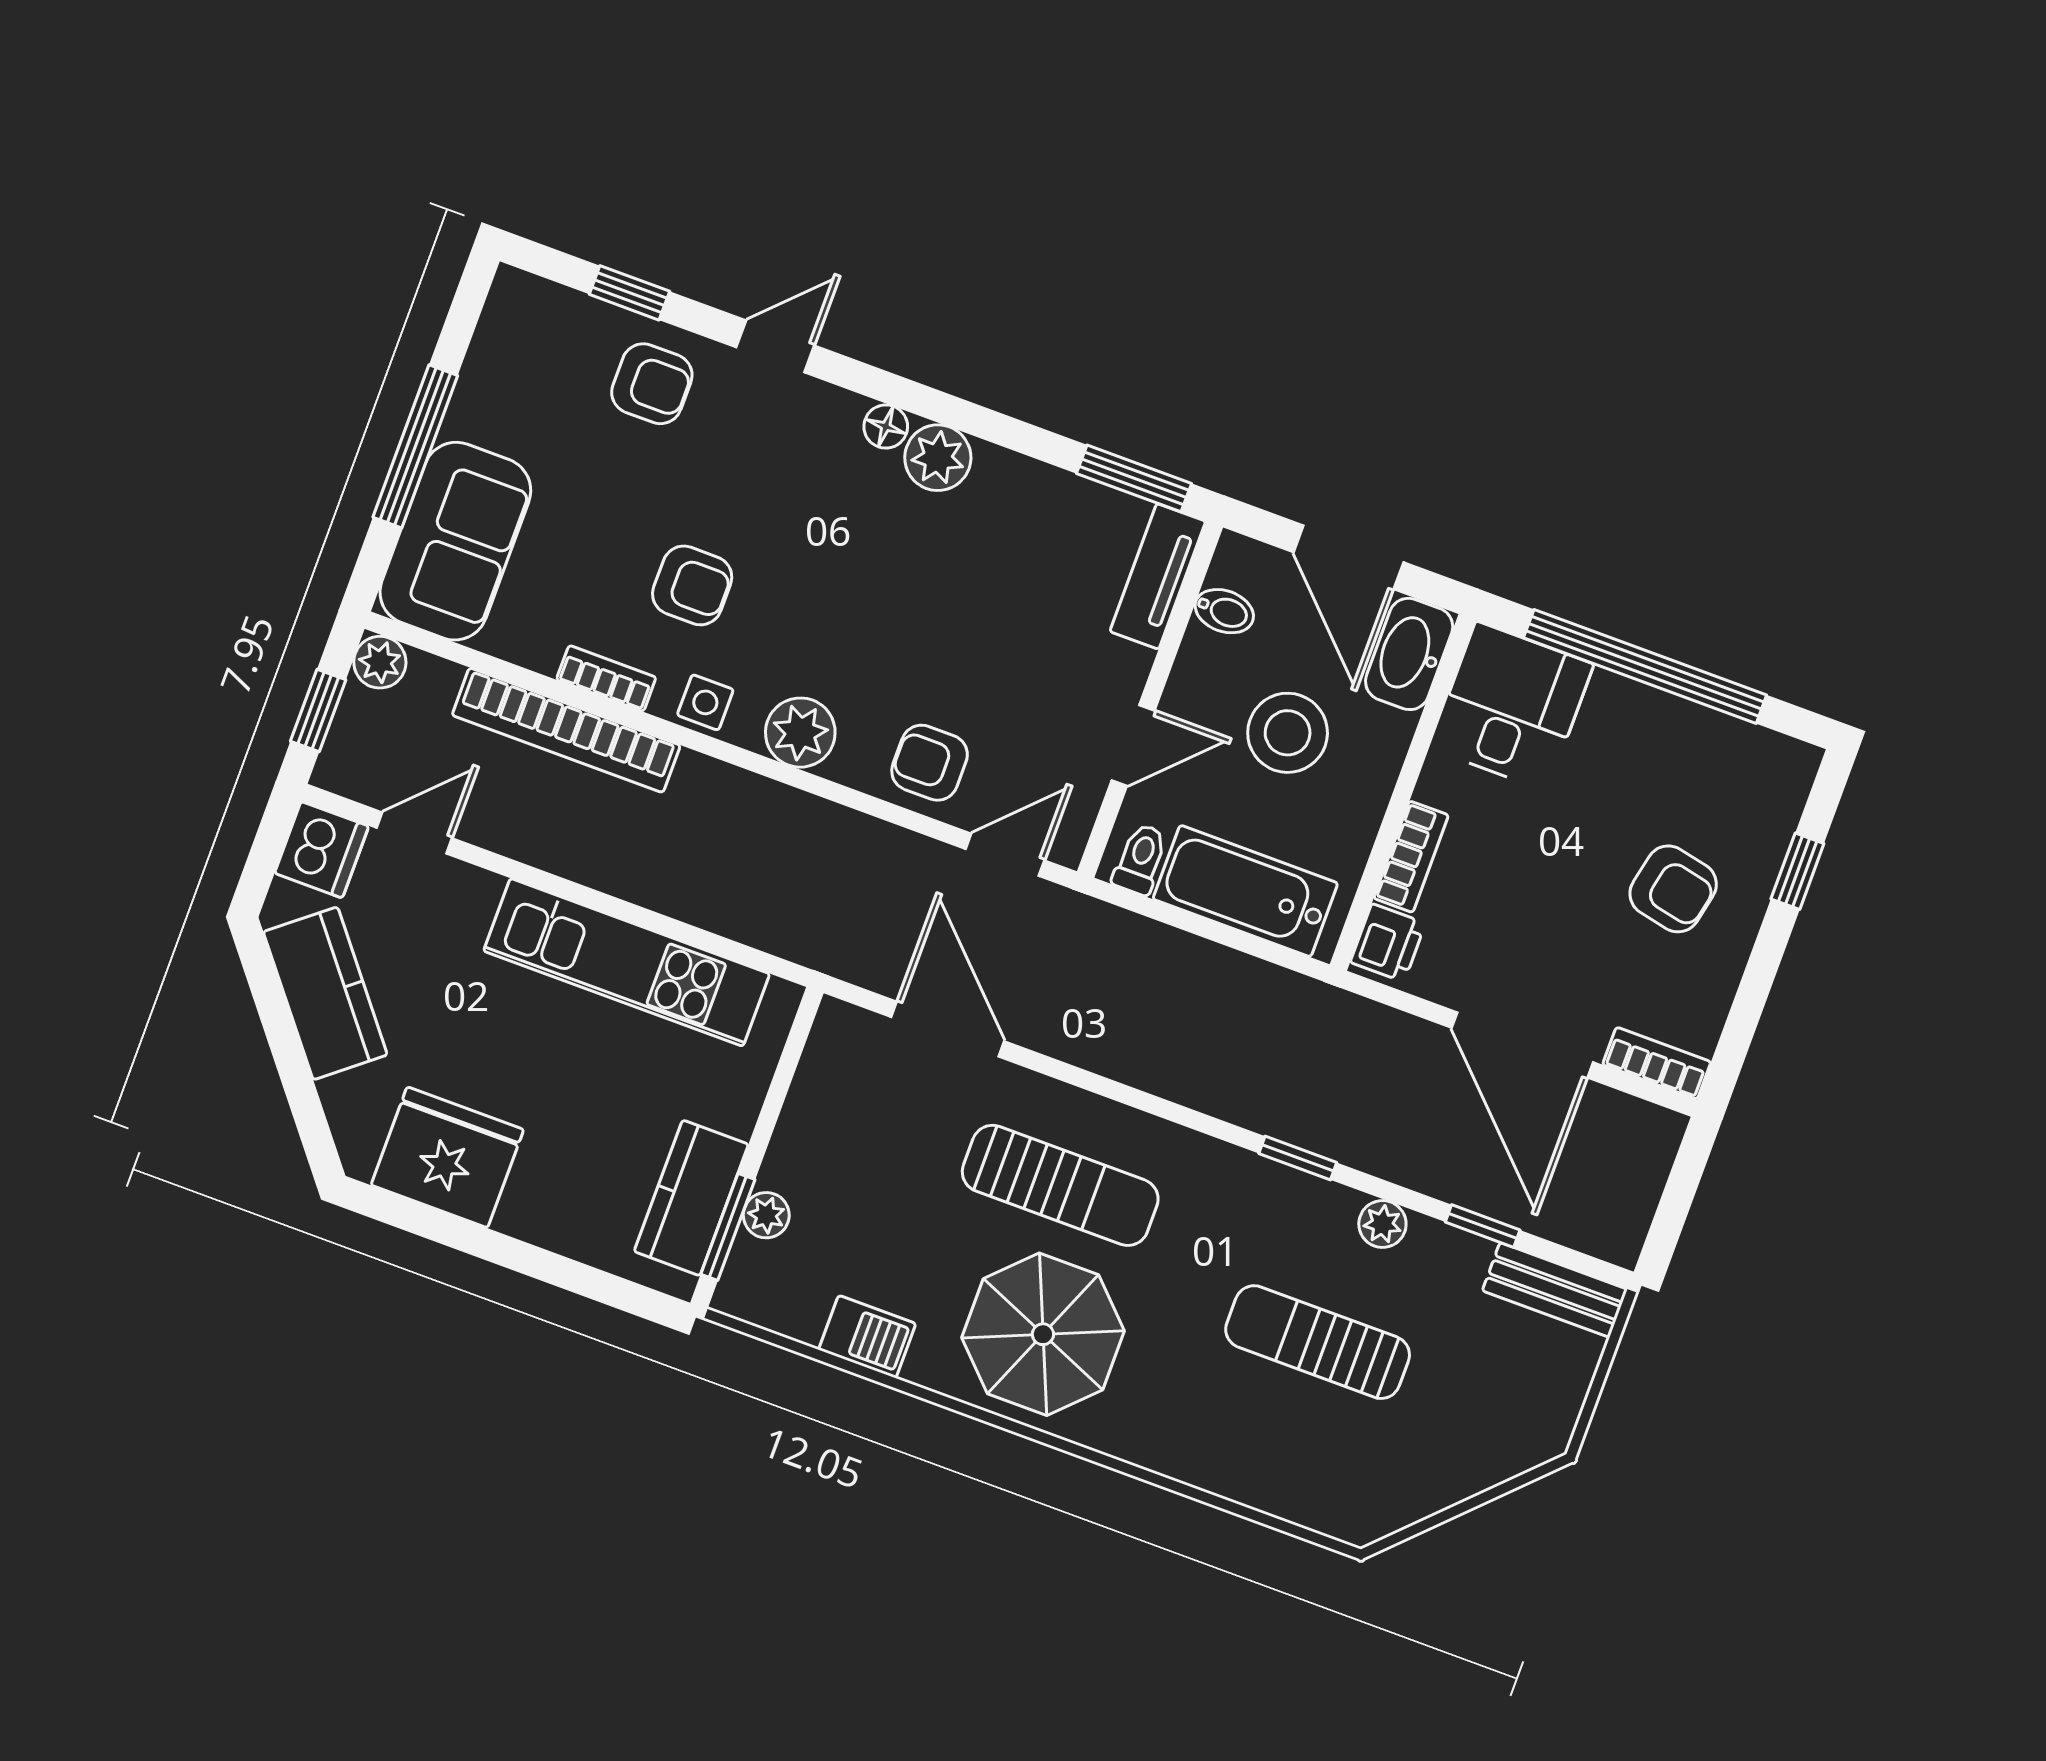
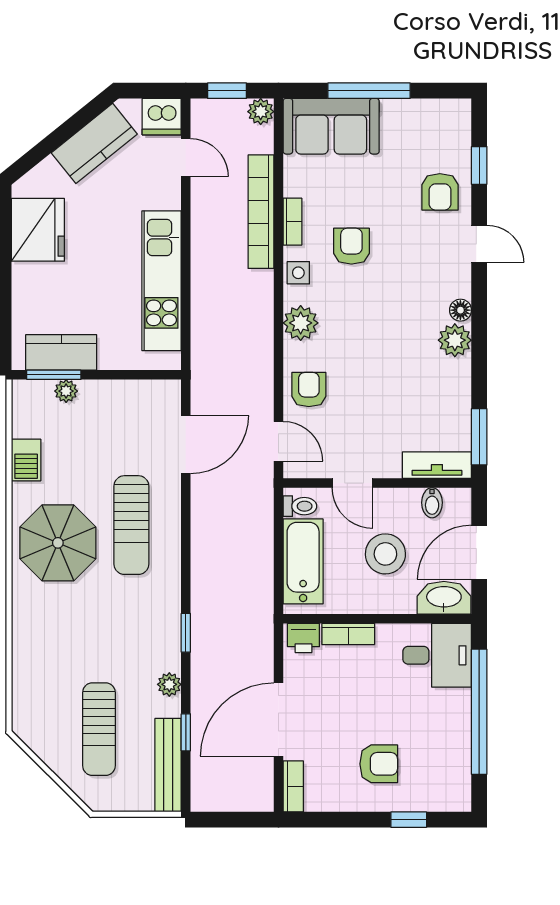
armchair: (692, 585) -> (351, 246), turned 180
armchair: (1673, 889) -> (379, 764), turned -102
bench: (1555, 1290) -> (168, 765), width x1.36
sun lounger: (1318, 1342) -> (99, 729), moved, turned 180

